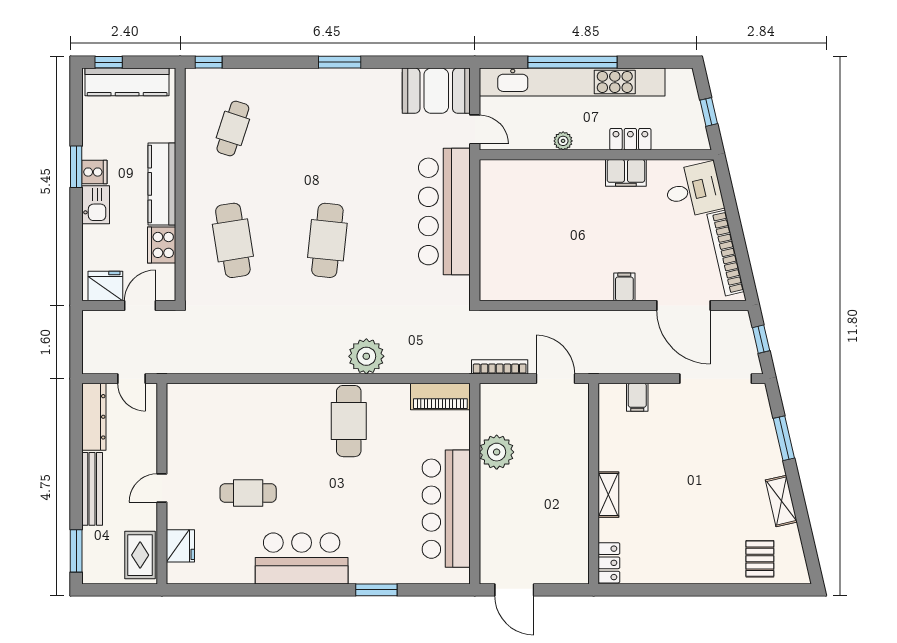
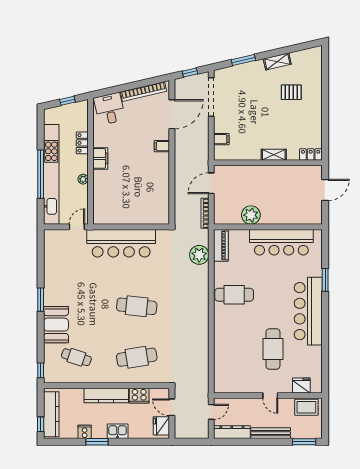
booth: (436, 91) -> (56, 325), moved
cooker: (94, 172) -> (85, 432), moved
filing cabinet: (626, 173) -> (100, 158), moved
plant: (366, 356) -> (199, 255), moved
cafe table: (248, 493) -> (273, 349), width x1.37, depth x1.35
bar counter: (302, 558) -> (308, 311), width x1.36
pallet: (760, 559) -> (291, 92), moved
door: (514, 590) -> (325, 190), moved

